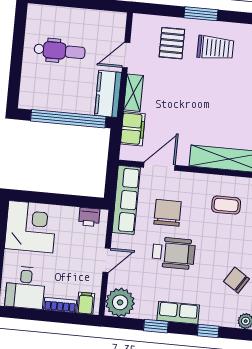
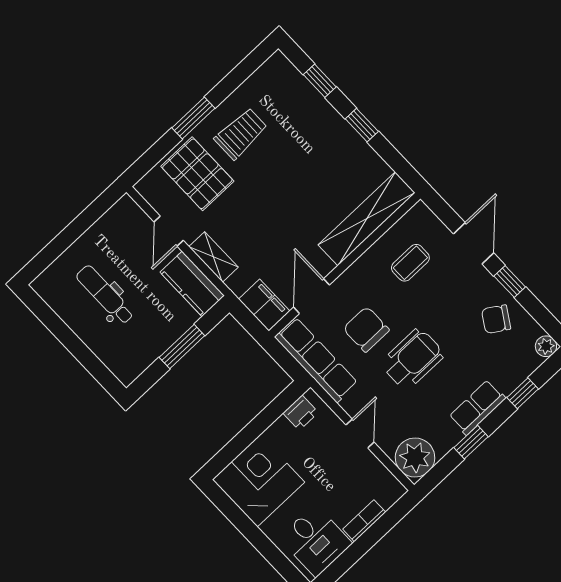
pallet: (172, 43) -> (197, 174), width x1.50, depth x1.42
dental chair: (60, 51) -> (105, 295), turned -90
window: (68, 119) -> (182, 347), width x0.47
filing cabinet: (133, 129) -> (264, 305), moved
filing cabinet: (86, 303) -> (385, 493), removed

